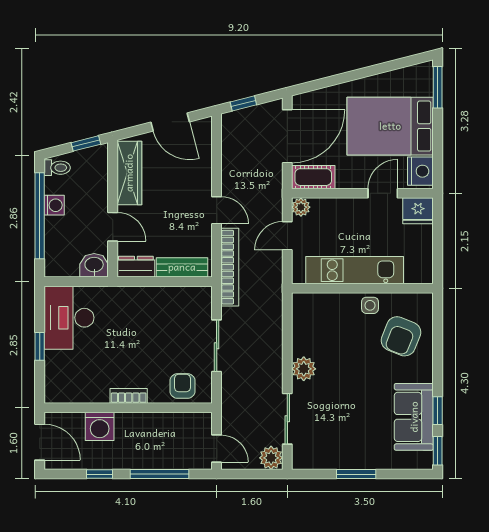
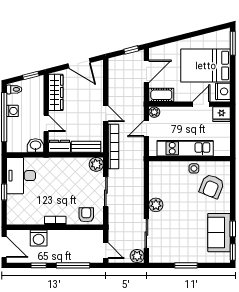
window: (243, 103) -> (131, 50), moved
door: (287, 136) -> (146, 71), width x0.73
plant: (200, 298) -> (96, 164), added

